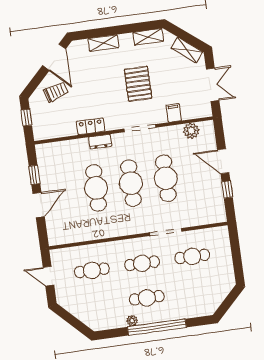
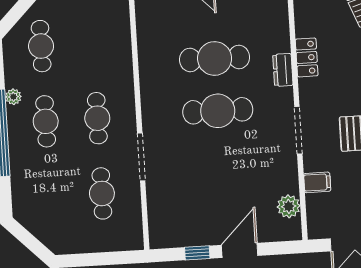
cafe table: (166, 178) -> (221, 163), removed
cafe table: (92, 270) -> (41, 46), moved

